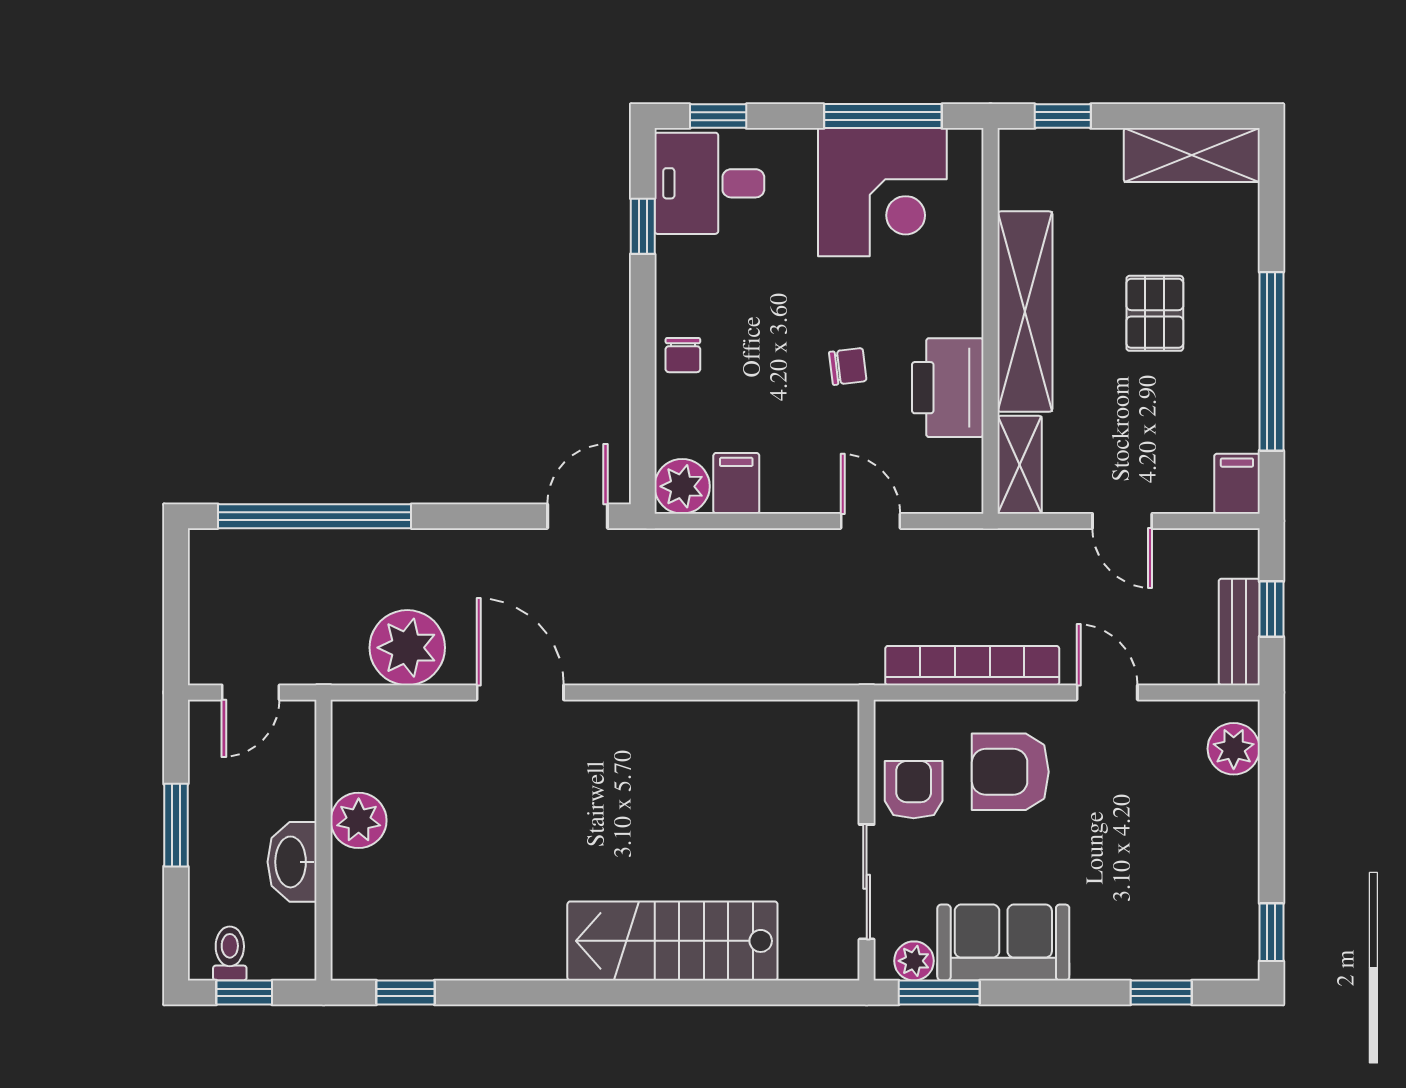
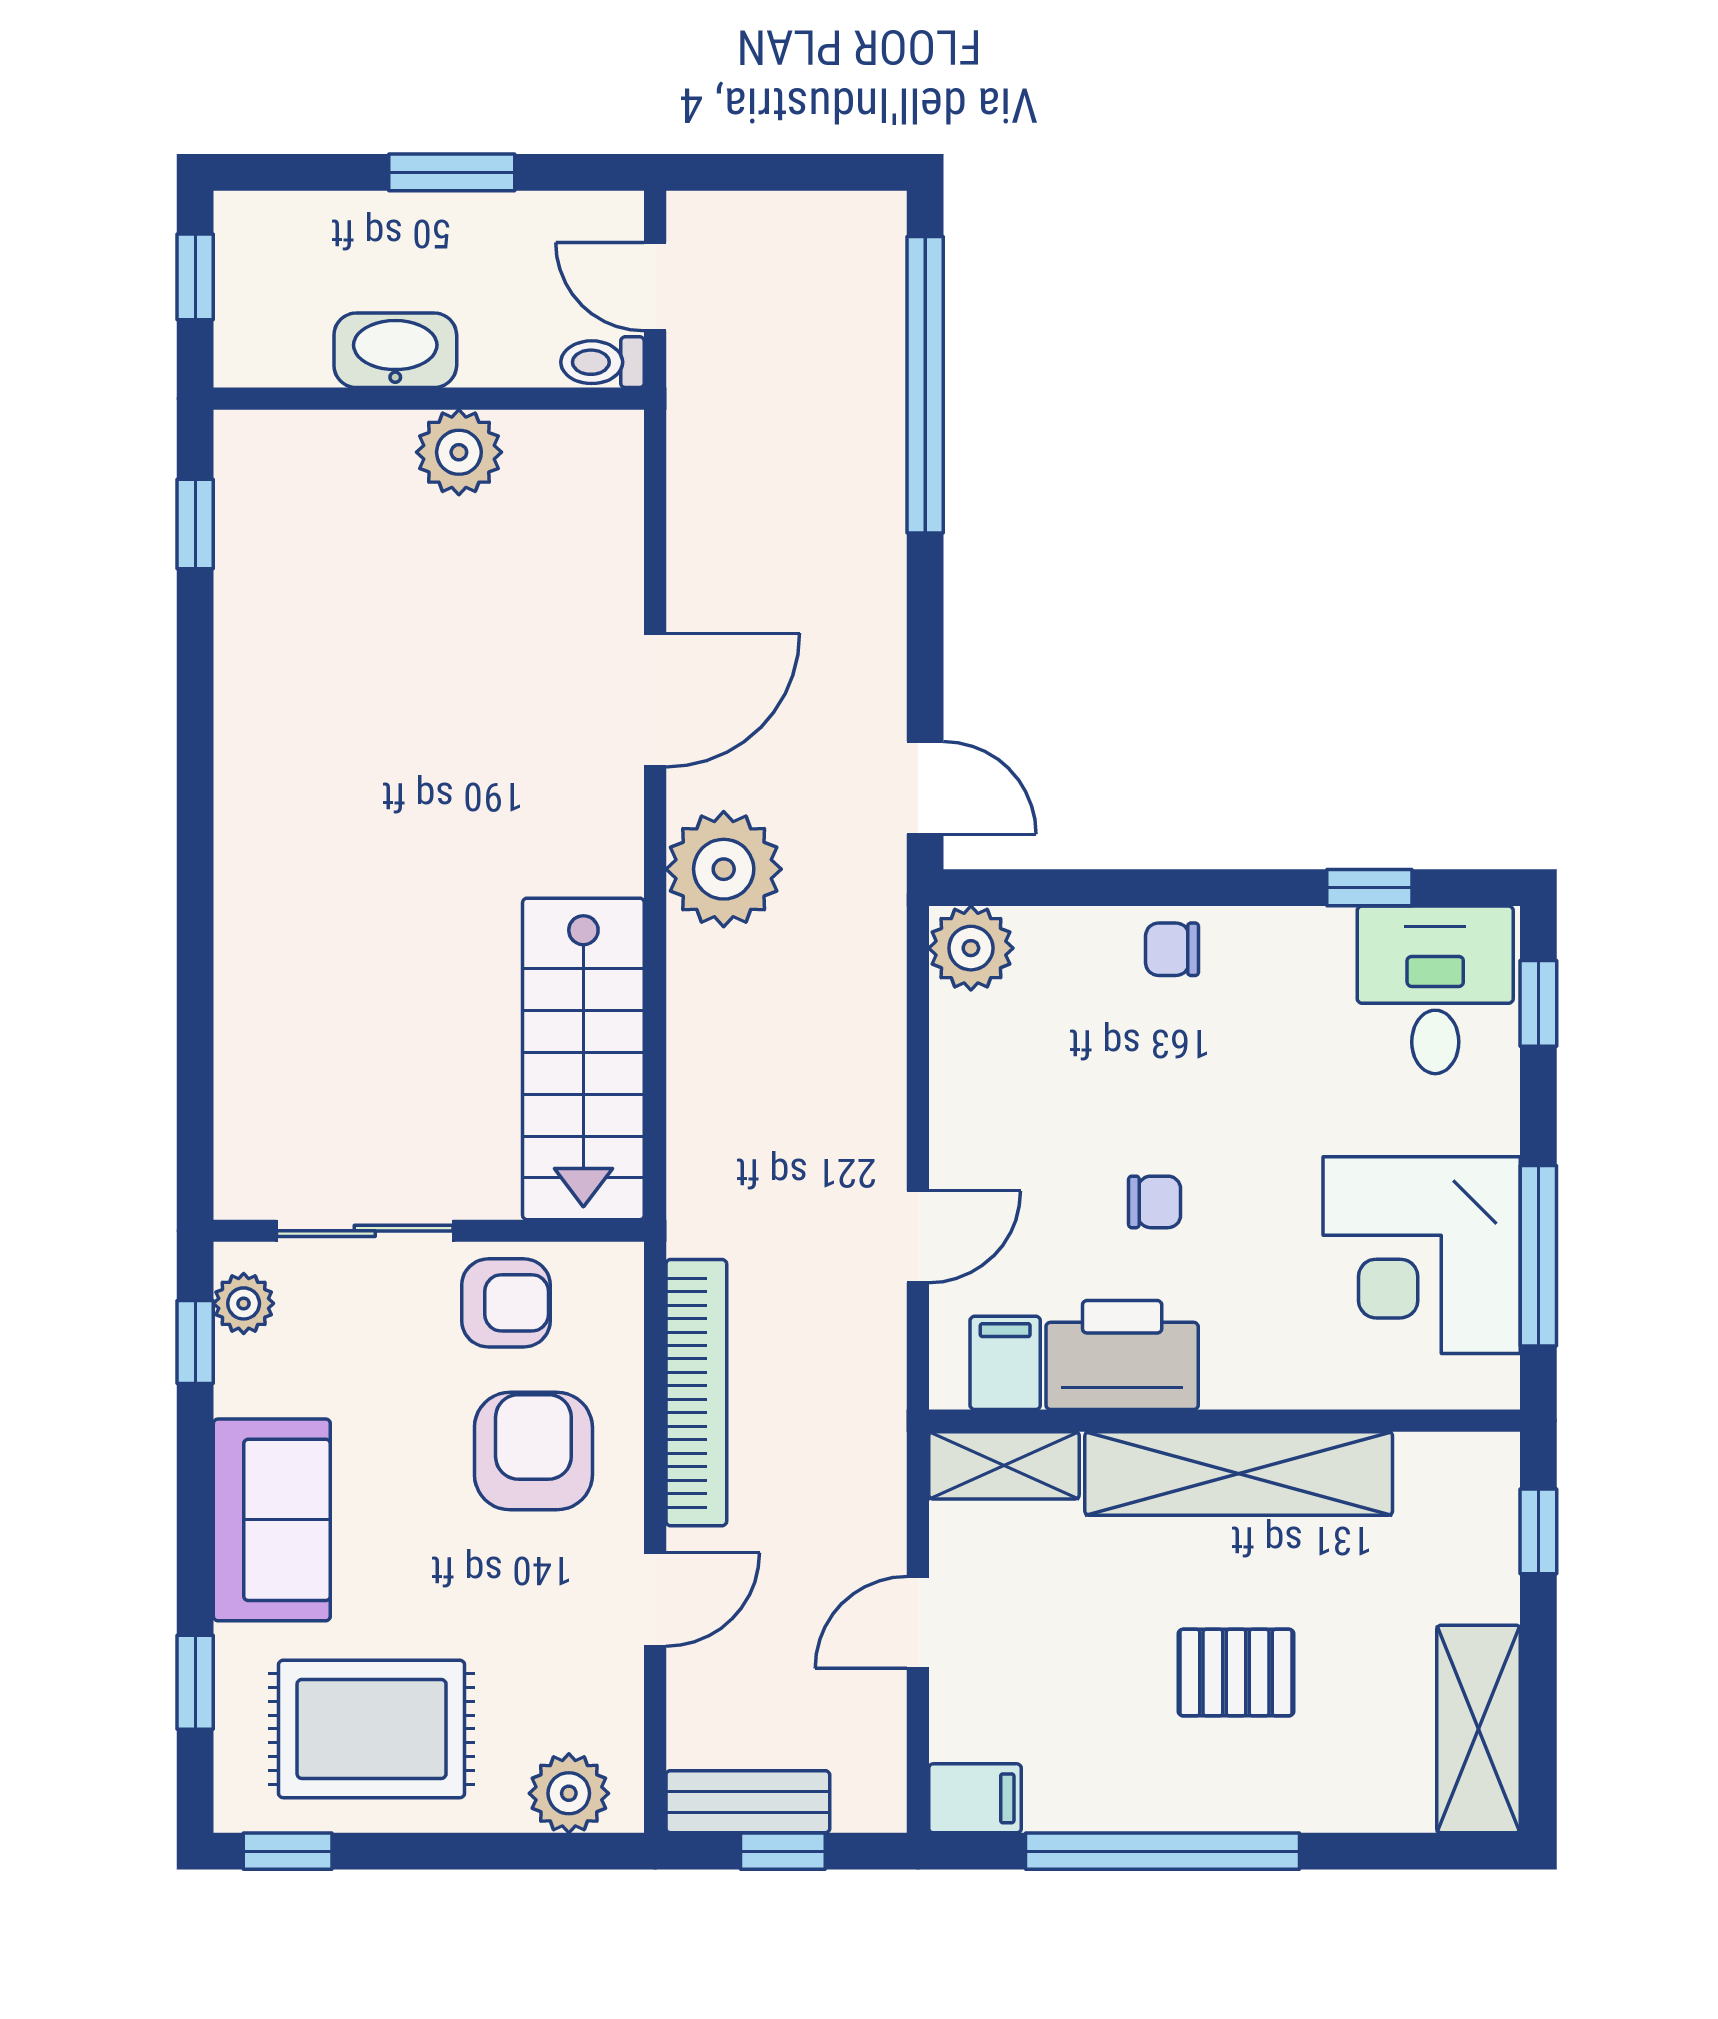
chair: (848, 366) -> (1155, 1202), turned -83
filing cabinet: (736, 483) -> (1005, 1363), moved, turned -90
plant: (407, 648) -> (724, 869), moved
rug: (1192, 877) -> (372, 1729), added
stairs: (672, 941) -> (583, 1059), moved, turned 180
sofa: (1003, 942) -> (272, 1520), moved
toilet: (230, 953) -> (603, 362), moved, turned 180
window: (939, 992) -> (195, 1342), width x0.67

